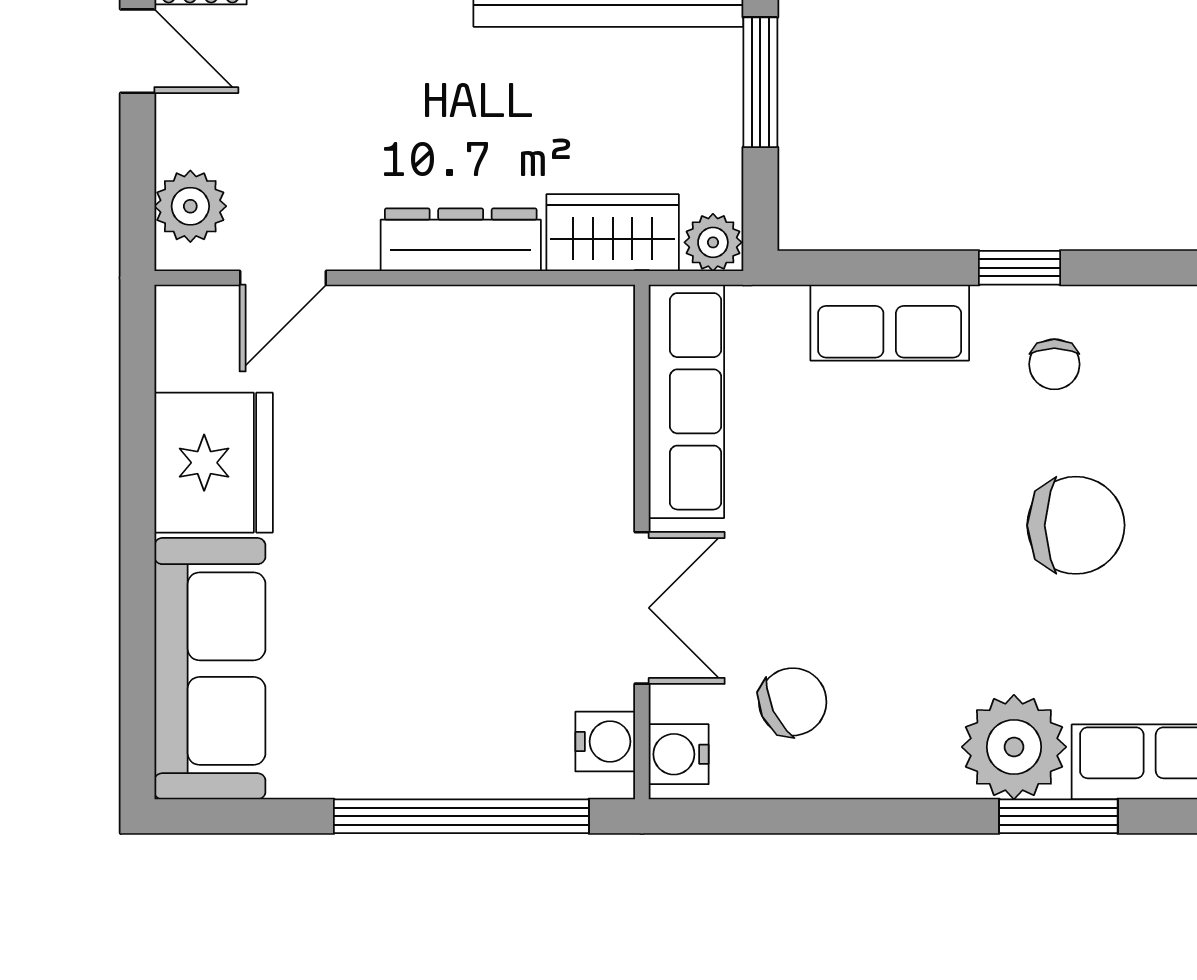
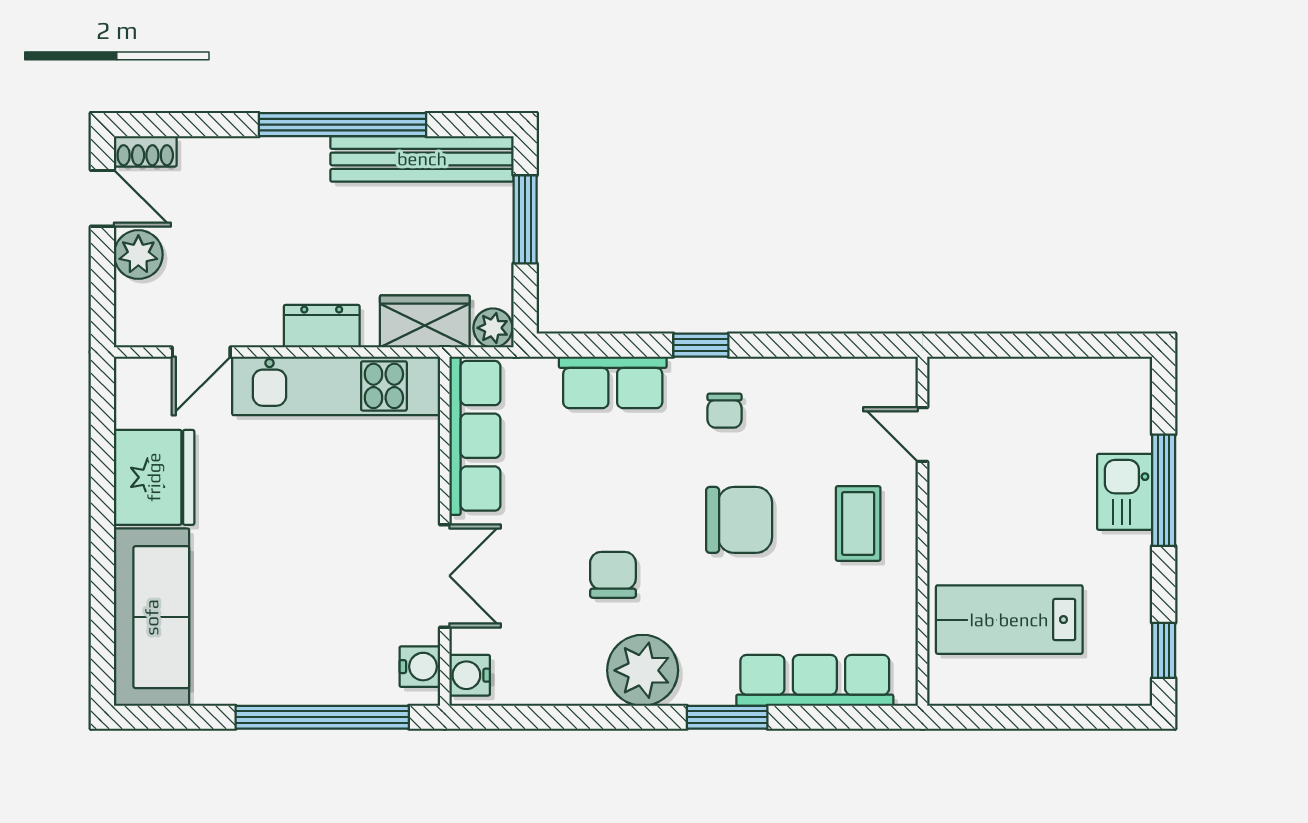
plant: (190, 206) -> (138, 255), moved
dresser: (461, 240) -> (322, 326), width x0.70
kitchen unit: (482, 328) -> (336, 386), added
chair: (793, 702) -> (613, 575), moved, turned -65
plant: (1014, 747) -> (643, 670), moved

